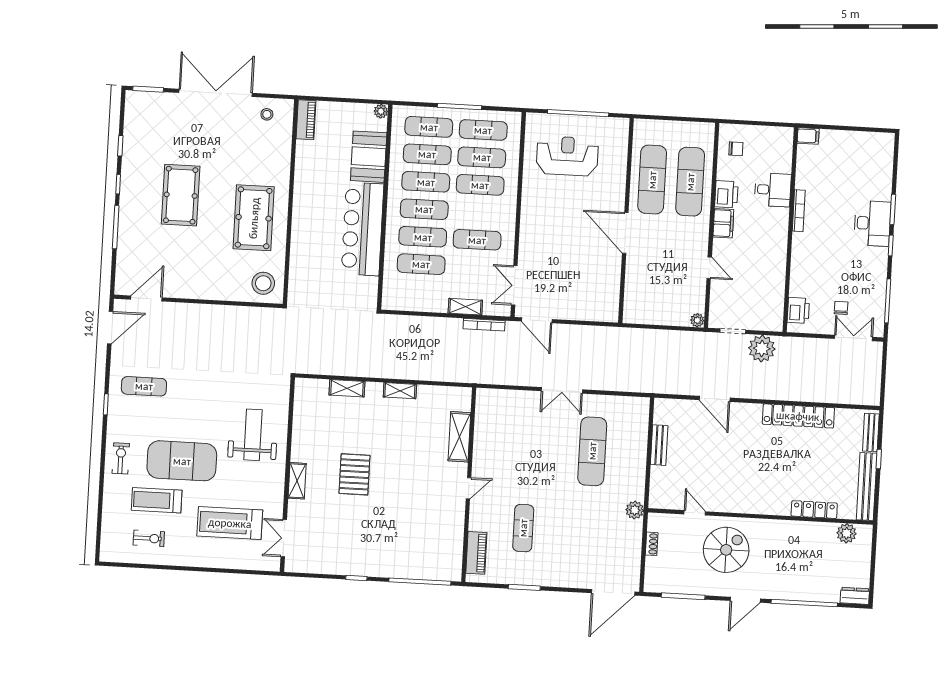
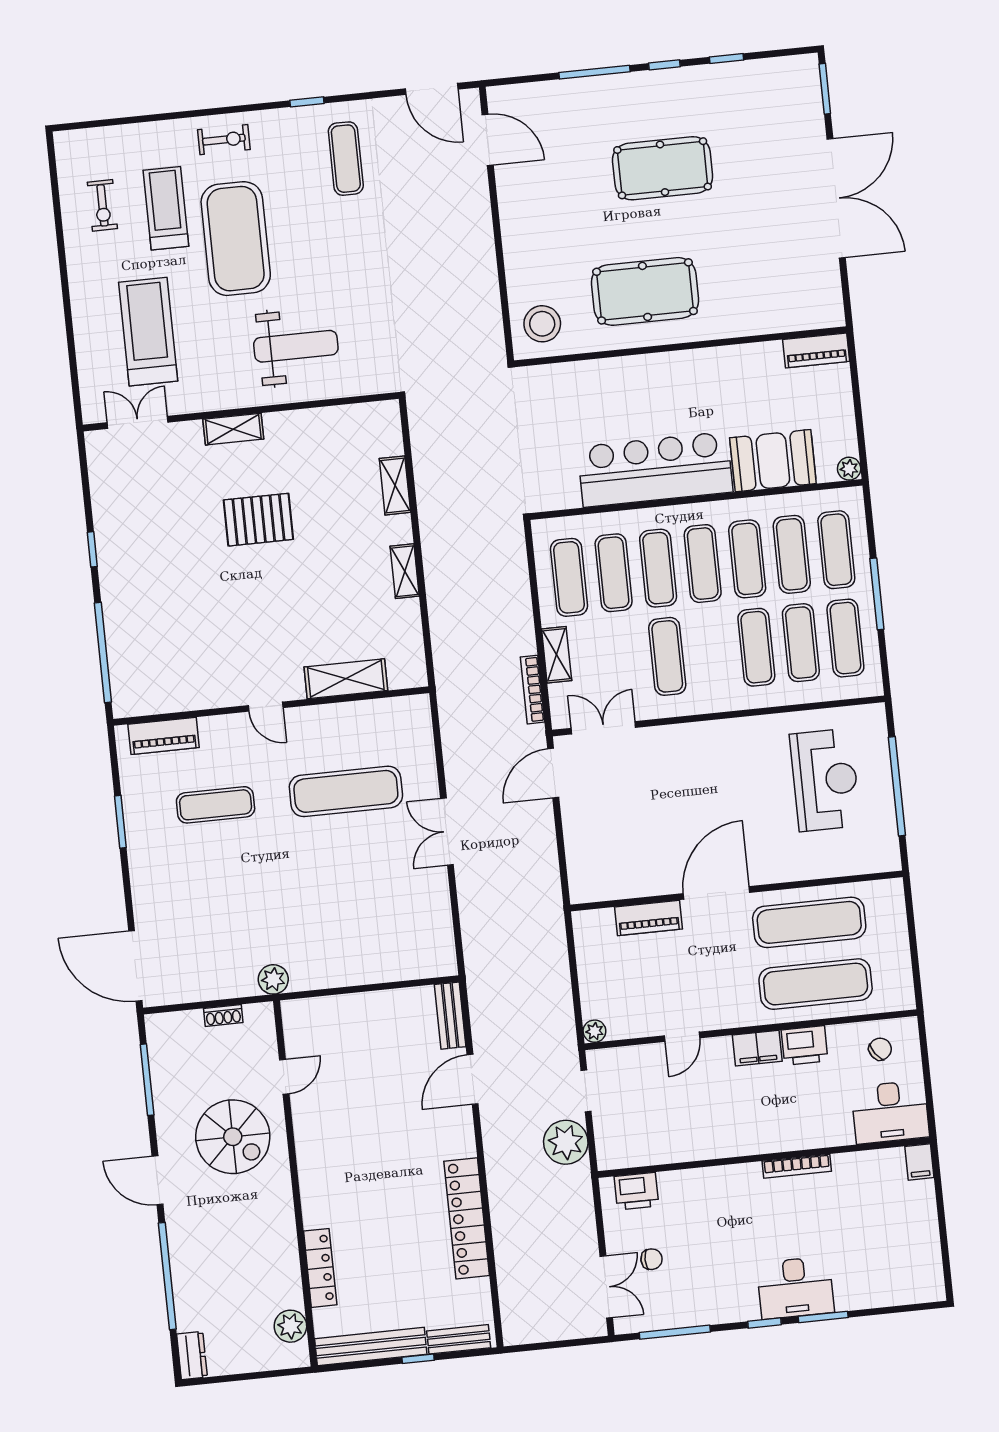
stool: (267, 114) -> (815, 286), removed
chair: (736, 149) -> (880, 1049), turned -126
desk: (773, 190) -> (890, 1112), moved, width x1.37
piano: (634, 277) -> (648, 918), added
exercise mat: (420, 292) -> (569, 577), added
bench: (659, 445) -> (450, 1016), moved, turned 90
exercise mat: (592, 451) -> (346, 791), moved

